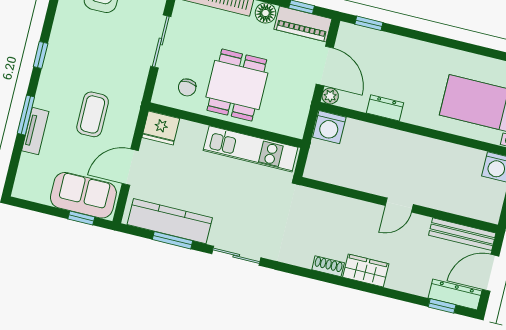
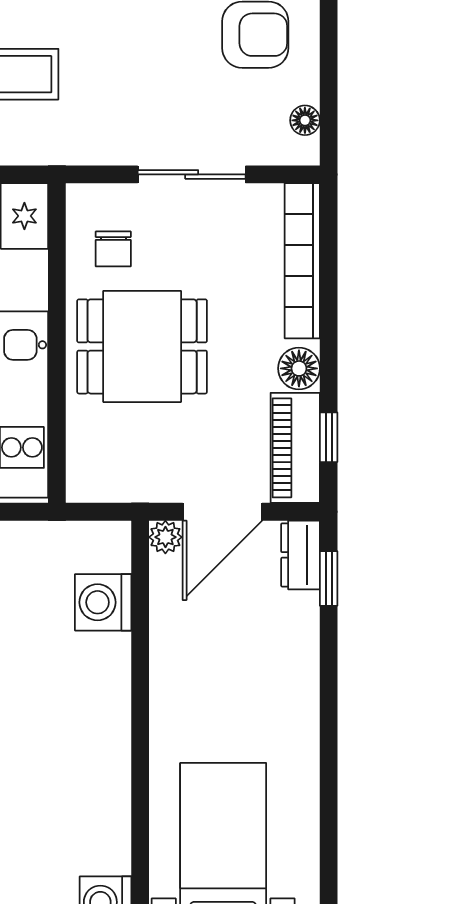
chair: (187, 87) -> (113, 249), turned -94
dresser: (385, 108) -> (300, 555), moved, turned 180
washing machine: (329, 127) -> (103, 602), moved

